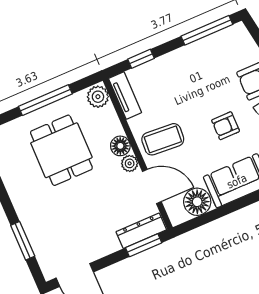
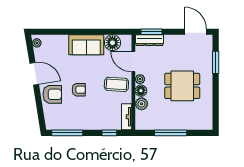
plant: (98, 97) -> (142, 104), moved
armchair: (226, 126) -> (79, 90), moved
dining table: (61, 150) -> (182, 86), moved, turned 90

